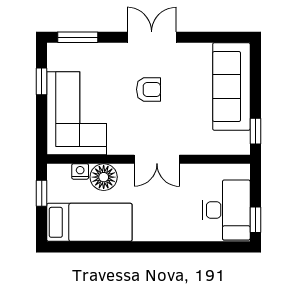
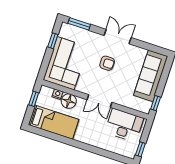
desk: (226, 210) -> (124, 125), moved, turned -90

